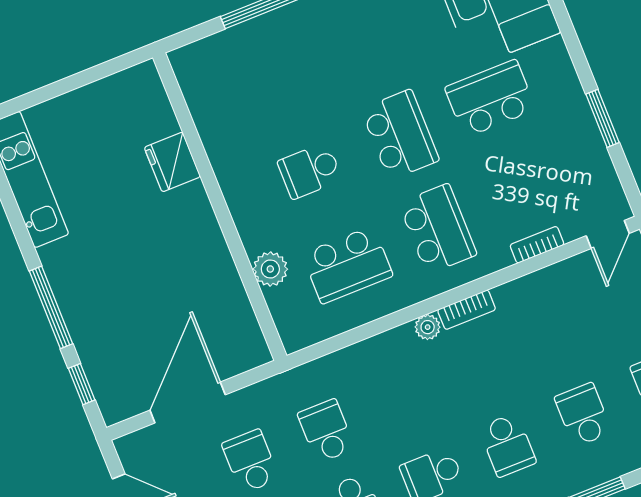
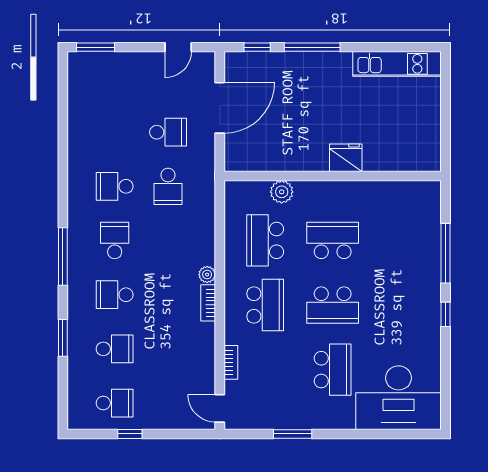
fridge: (172, 162) -> (346, 158), moved
school desk: (310, 171) -> (333, 240), width x1.85
school desk: (438, 229) -> (265, 305), turned -90
door: (188, 402) -> (220, 108), hinge flipped
school desk: (326, 431) -> (168, 186), turned 90

